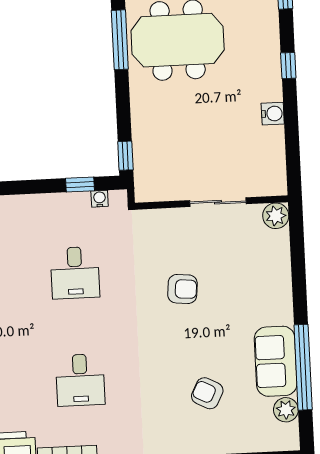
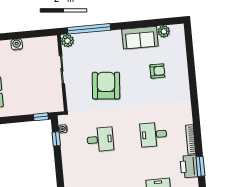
armchair: (182, 289) -> (106, 86), width x1.88, depth x1.88
window: (303, 367) -> (89, 29), moved
desk: (80, 380) -> (153, 134), turned 180
armchair: (207, 393) -> (157, 71), turned -117

